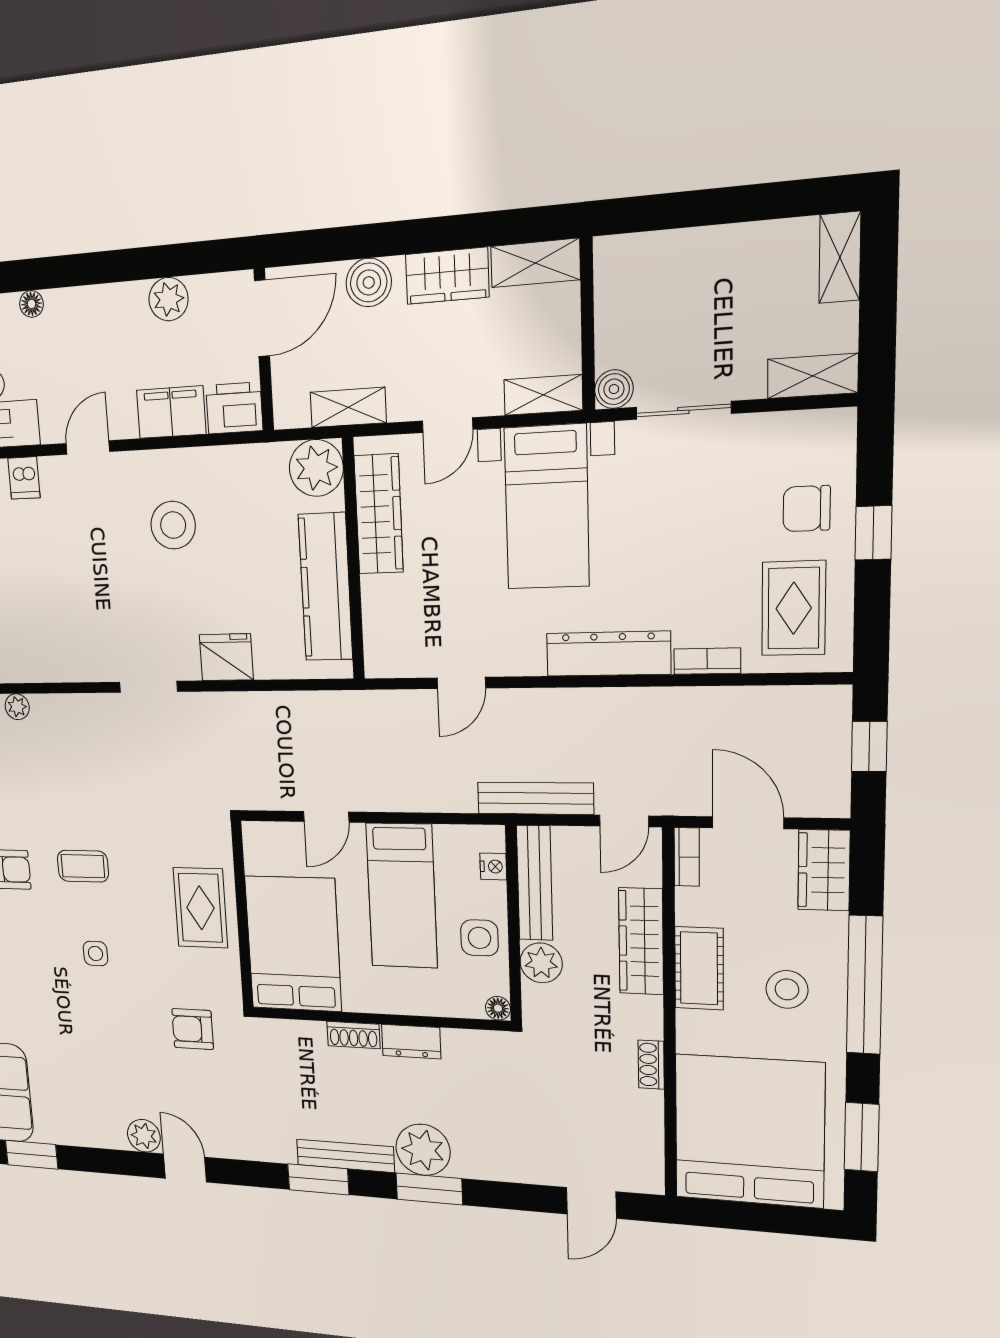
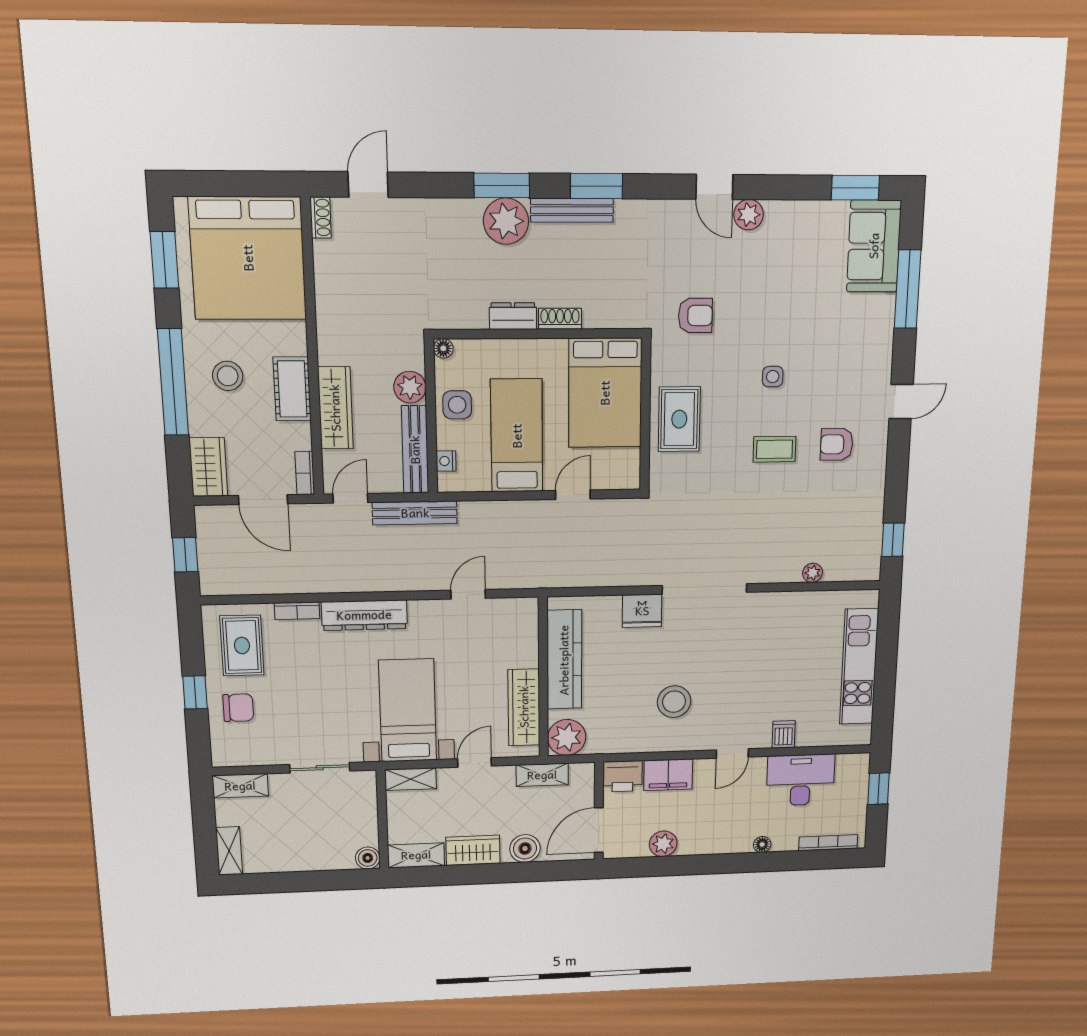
boiler: (614, 389) -> (368, 858), moved
doorway: (148, 687) -> (705, 589), width x1.88
shoe rack: (651, 1065) -> (321, 218), moved

